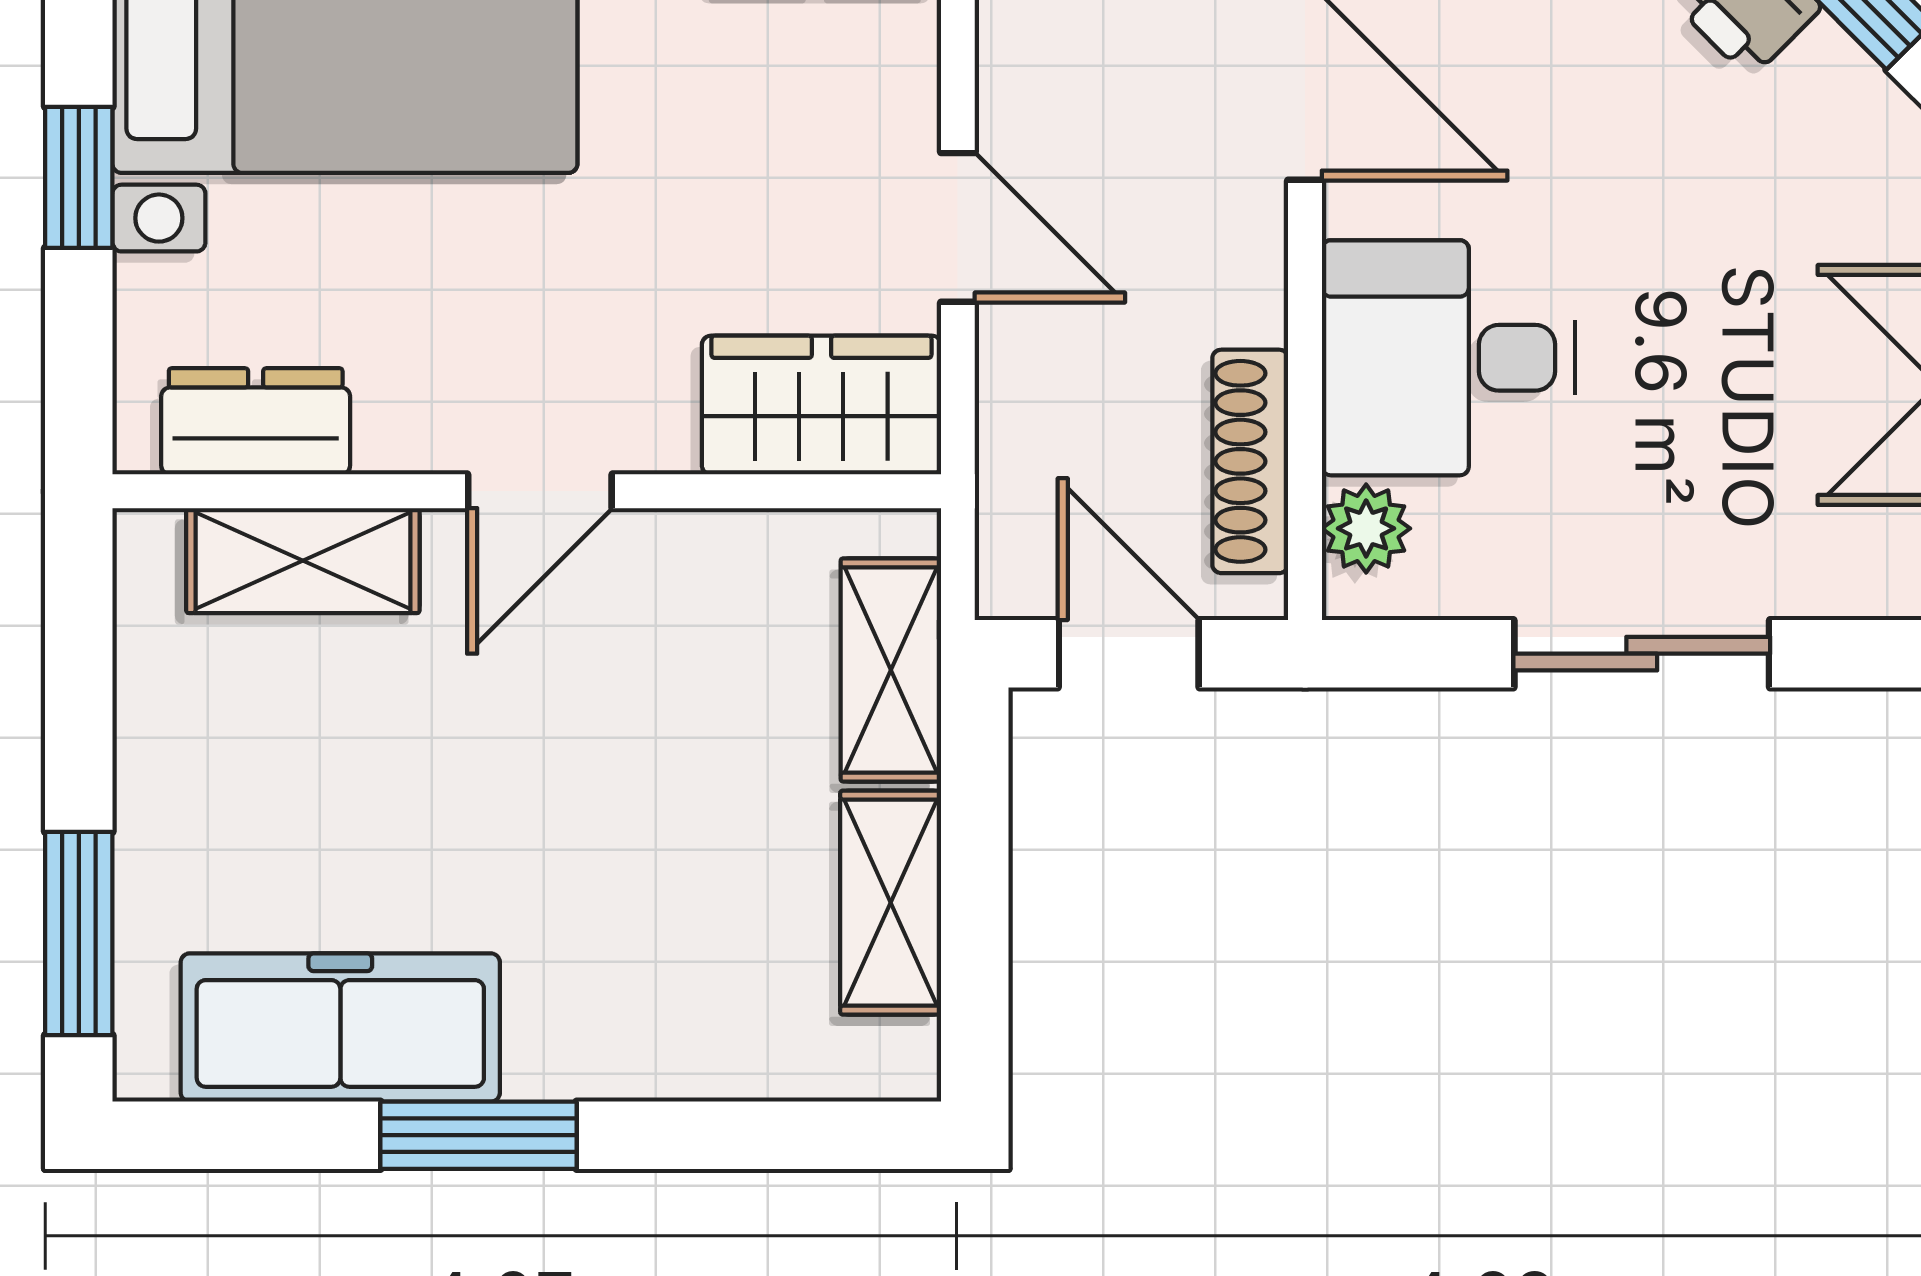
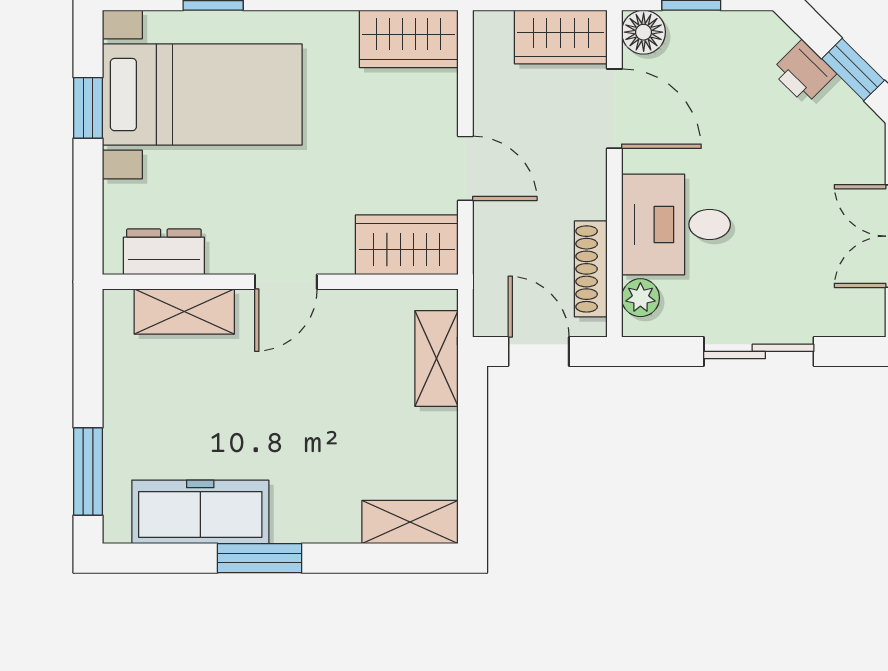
window: (79, 177) -> (88, 108), moved
shelving: (891, 903) -> (410, 522), moved, turned 90

